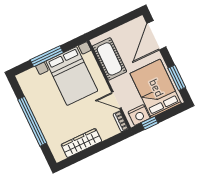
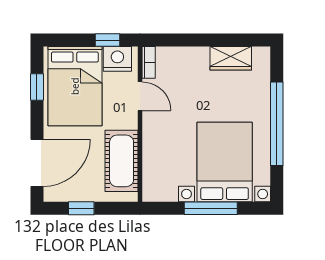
window: (119, 22) -> (81, 208), added
bed with nightstands: (72, 76) -> (225, 162), moved
window: (177, 78) -> (37, 87), width x0.67
wardrobe: (81, 143) -> (231, 58), width x0.67

